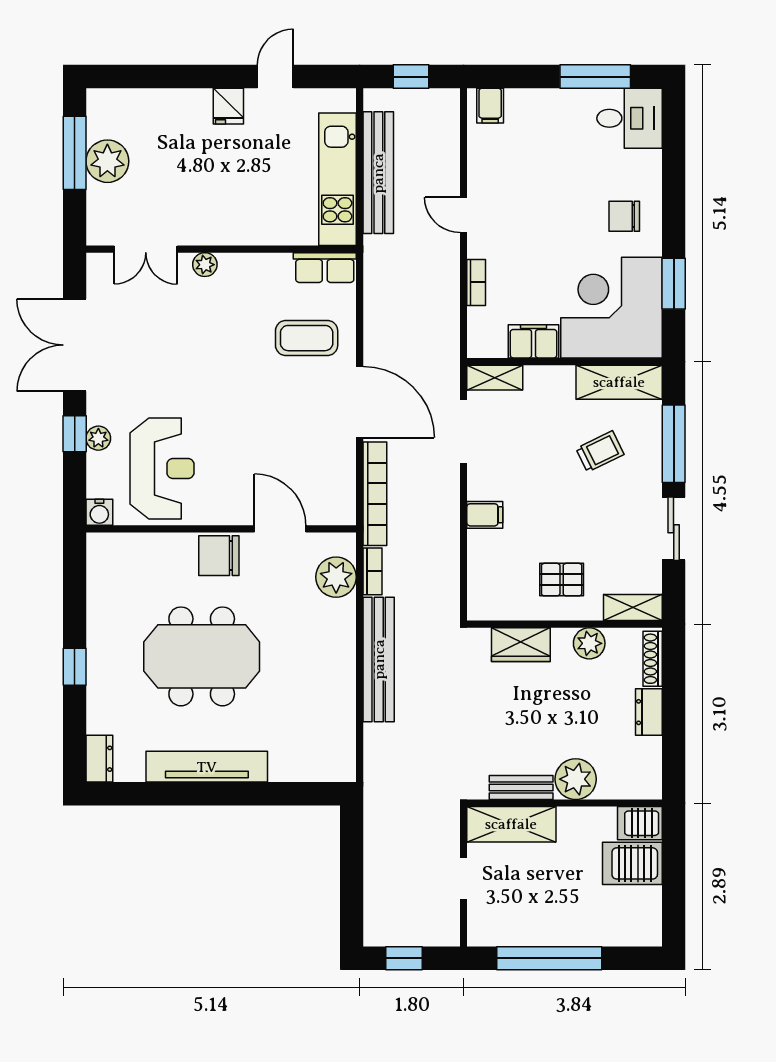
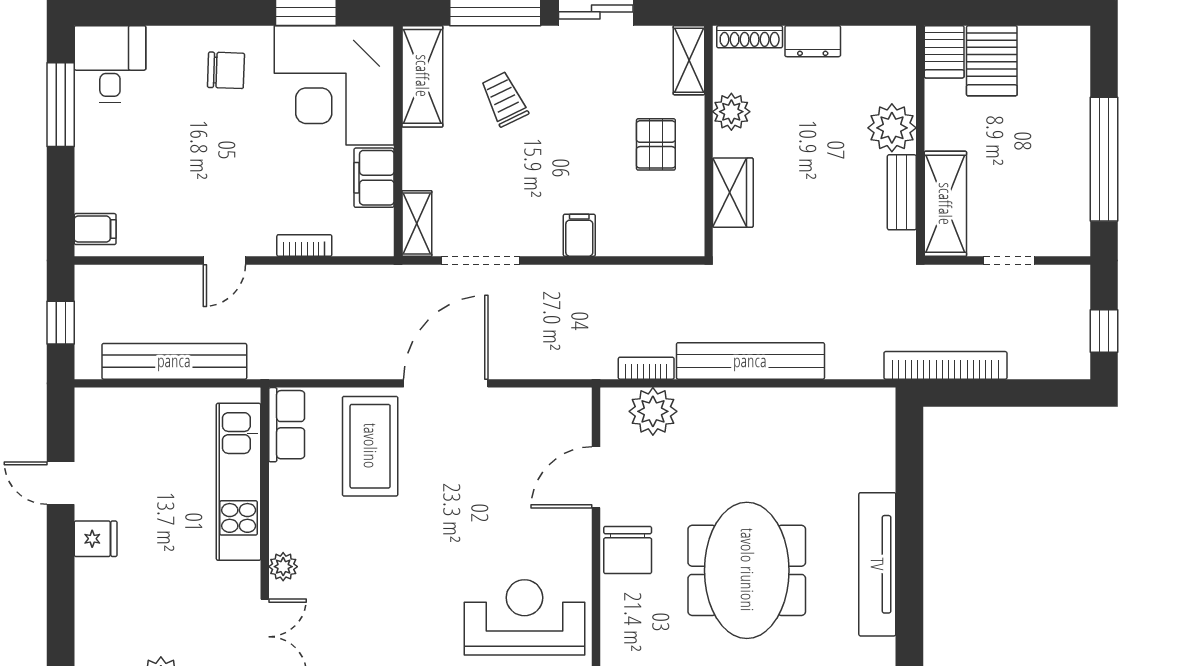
kitchen unit: (337, 179) -> (239, 482), moved, turned 90
chair: (624, 216) -> (226, 70), turned -88
coffee table: (307, 338) -> (370, 446), width x1.36, depth x1.32
bookcase: (375, 494) -> (945, 365), moved

